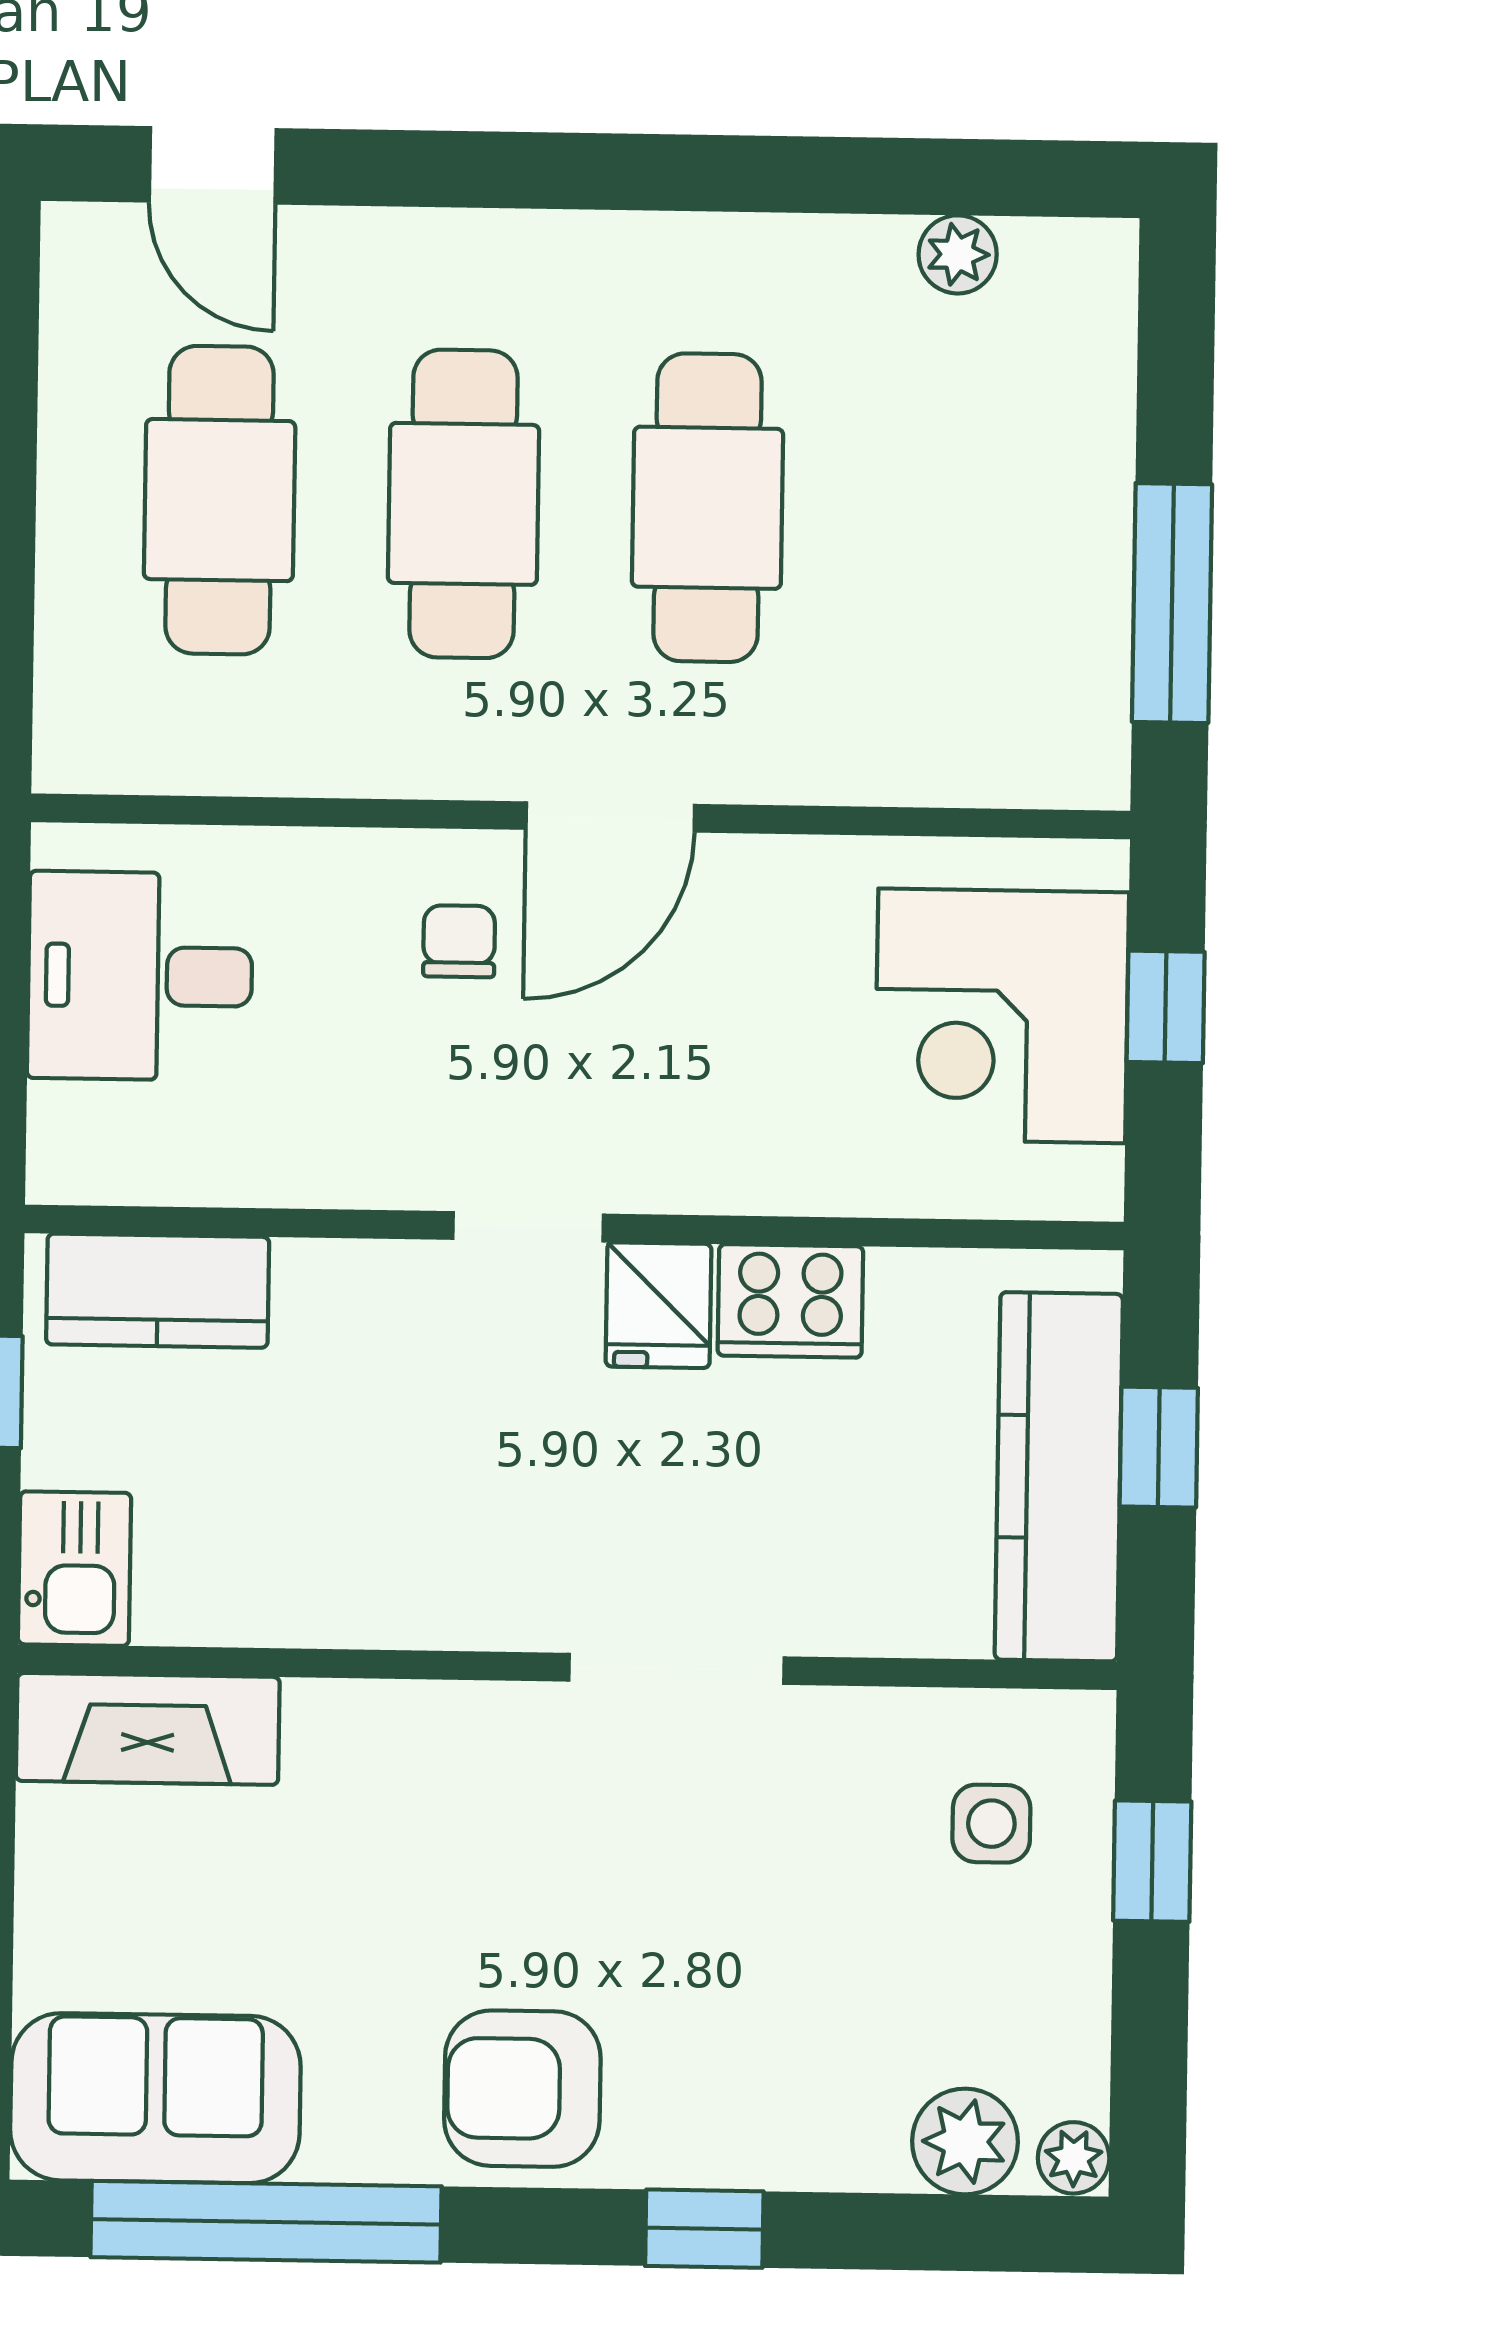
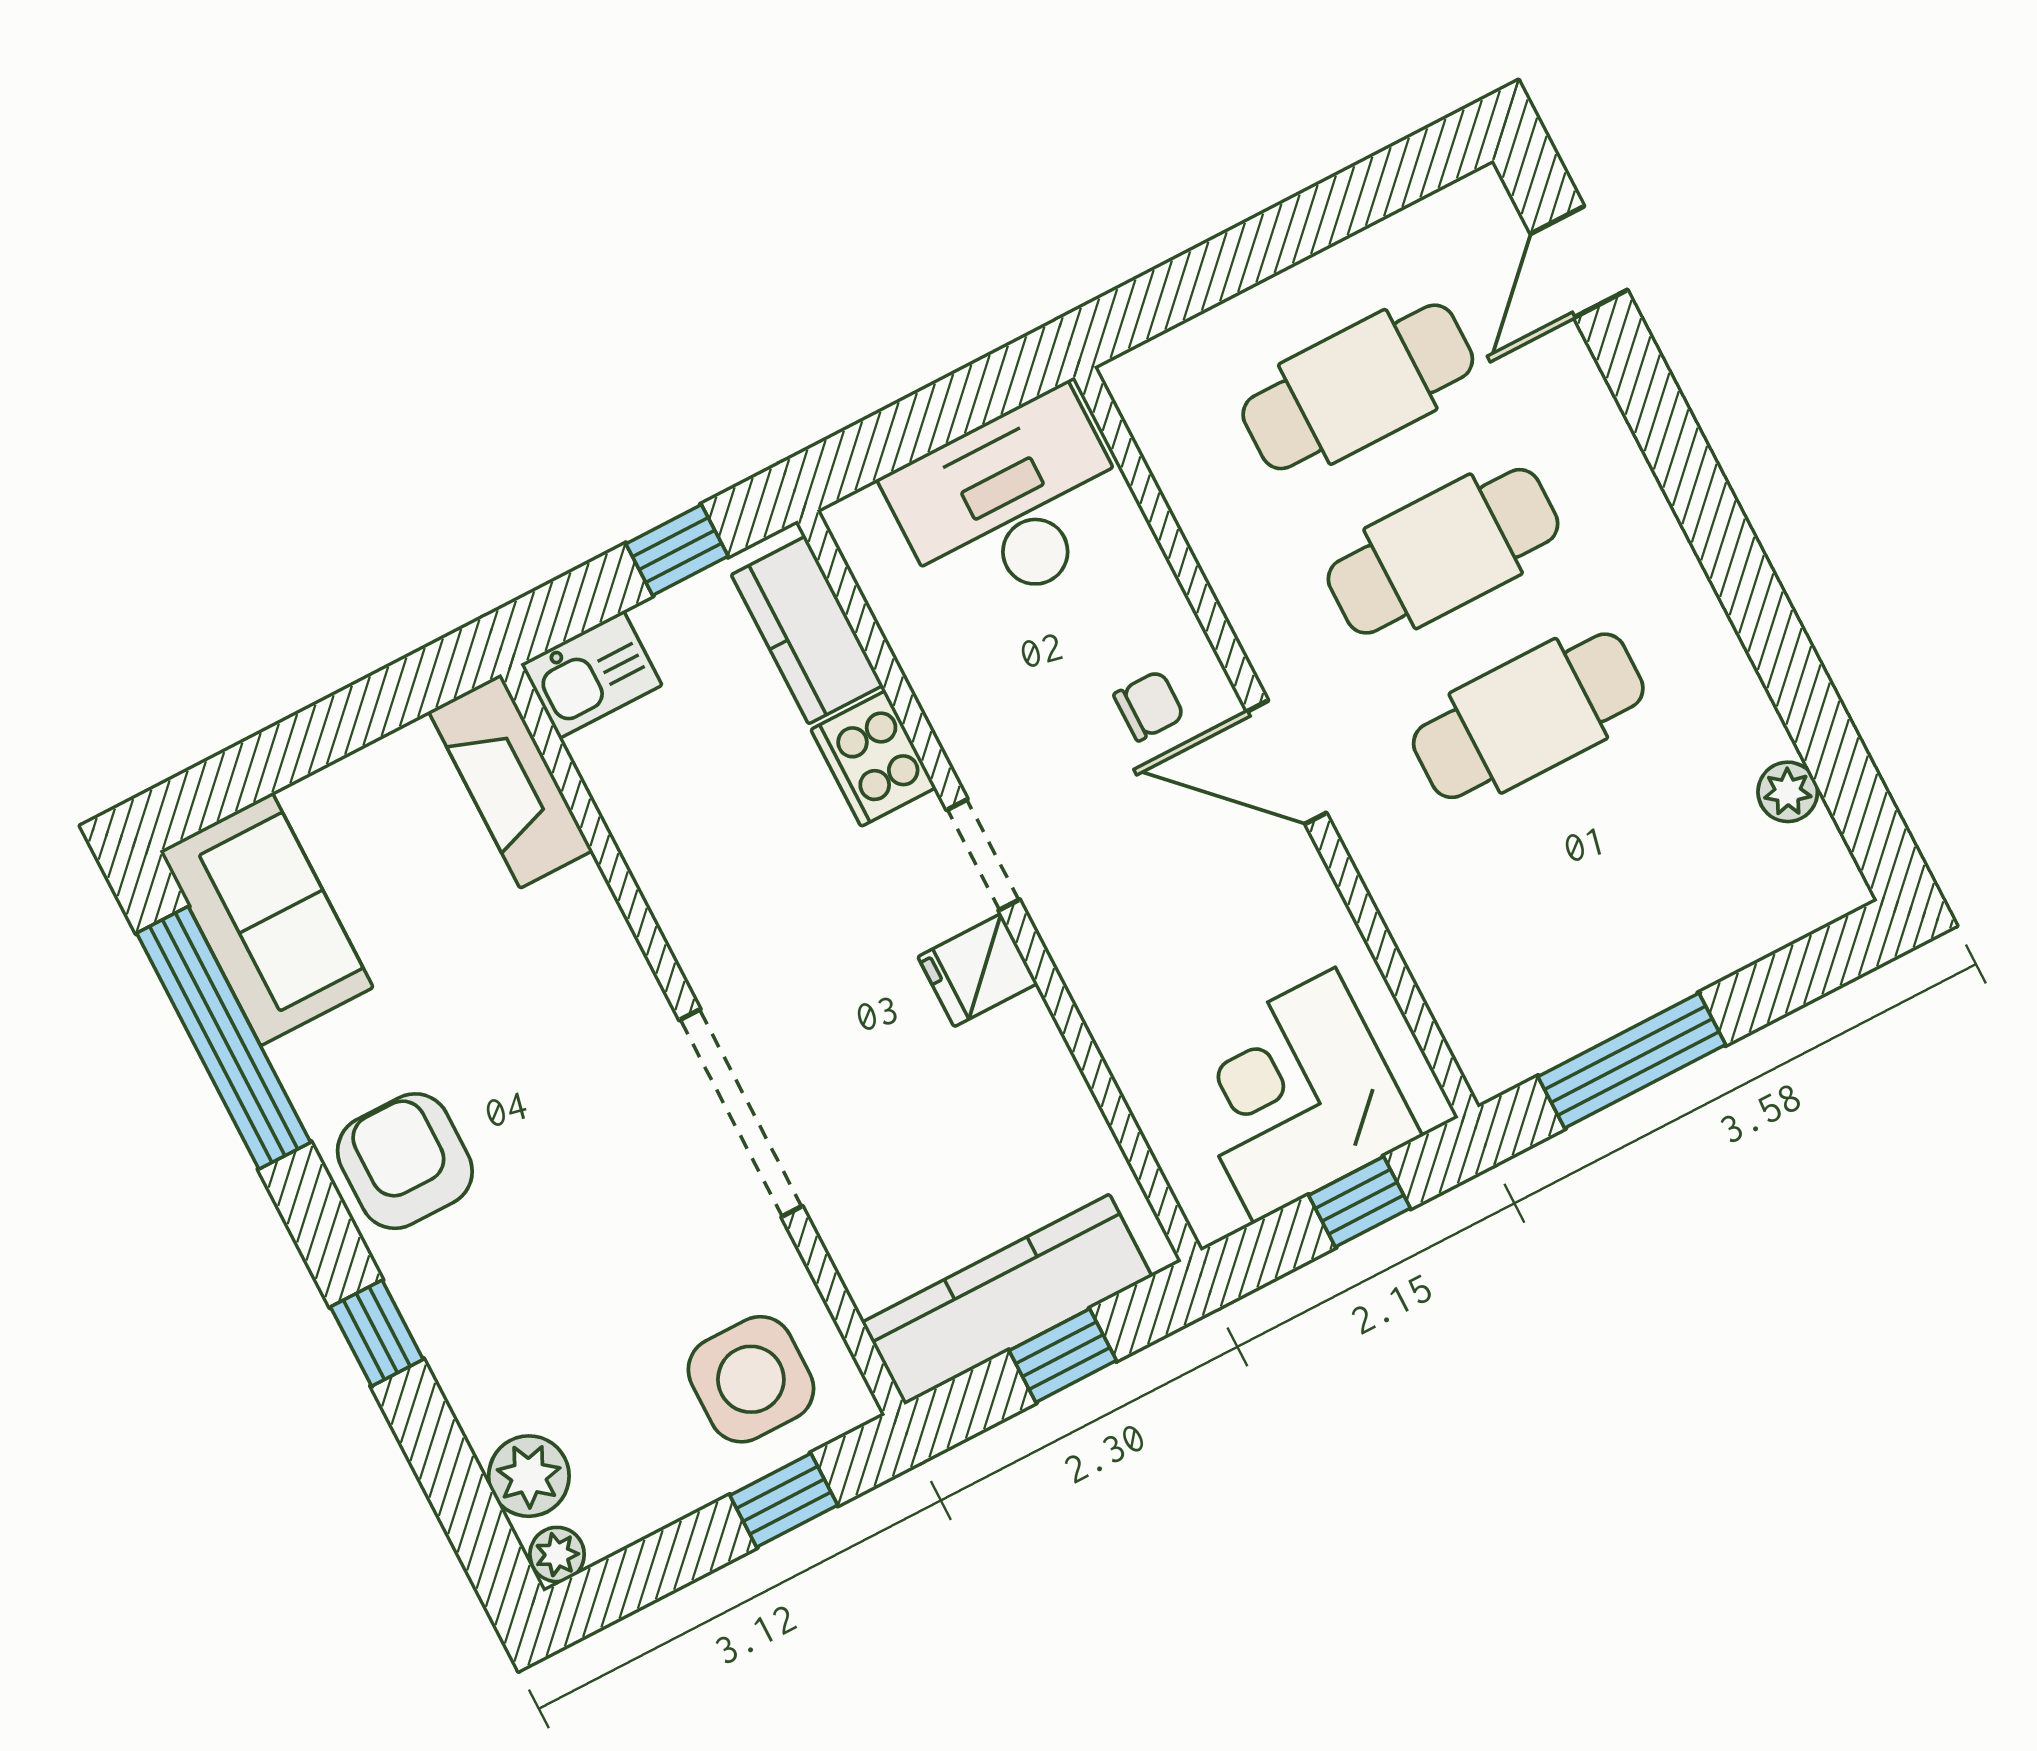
desk: (140, 976) -> (1011, 505), width x1.37
cooker: (790, 1301) -> (873, 759), moved
doorway: (676, 1669) -> (741, 1113), width x1.36
side table: (991, 1824) -> (751, 1379), width x1.87, depth x1.87

